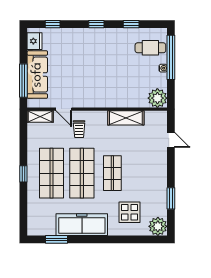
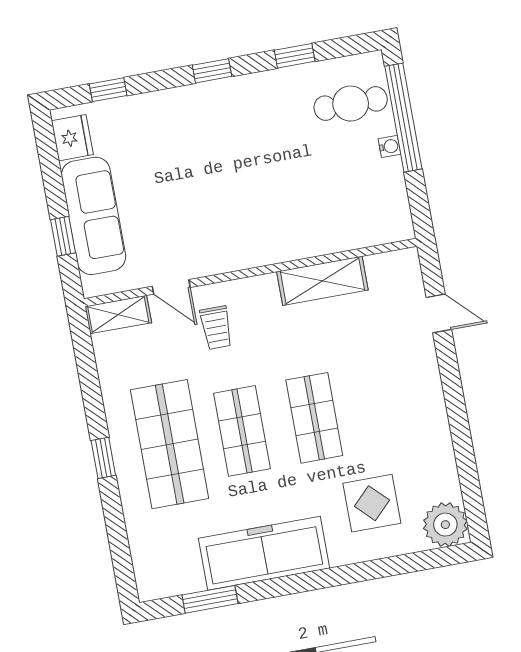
window: (23, 81) -> (63, 236), width x0.46
plant: (157, 98) -> (389, 220), removed
shop shelf: (82, 173) -> (242, 431), width x0.70, depth x0.74
window: (171, 198) -> (464, 452), removed

